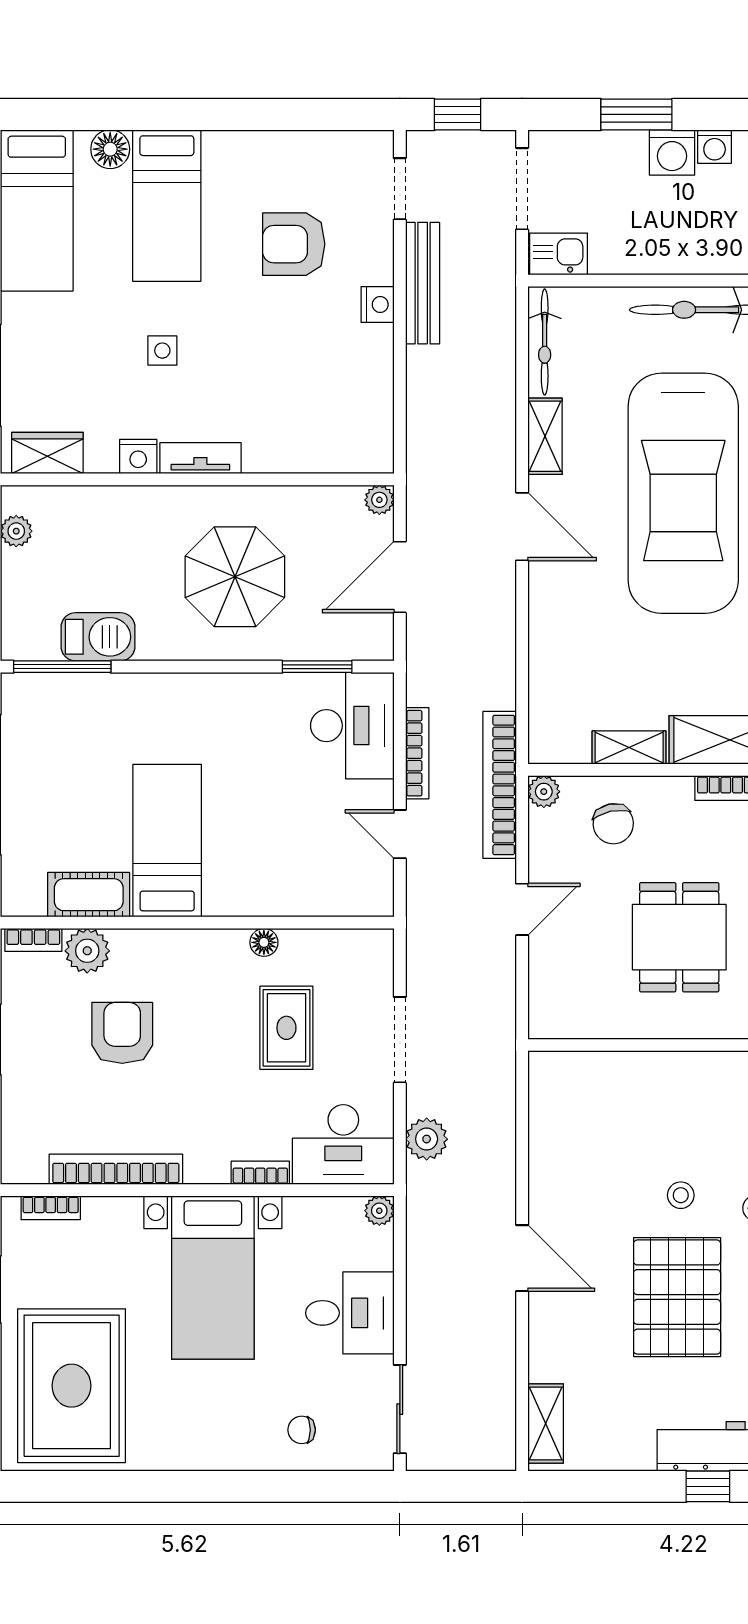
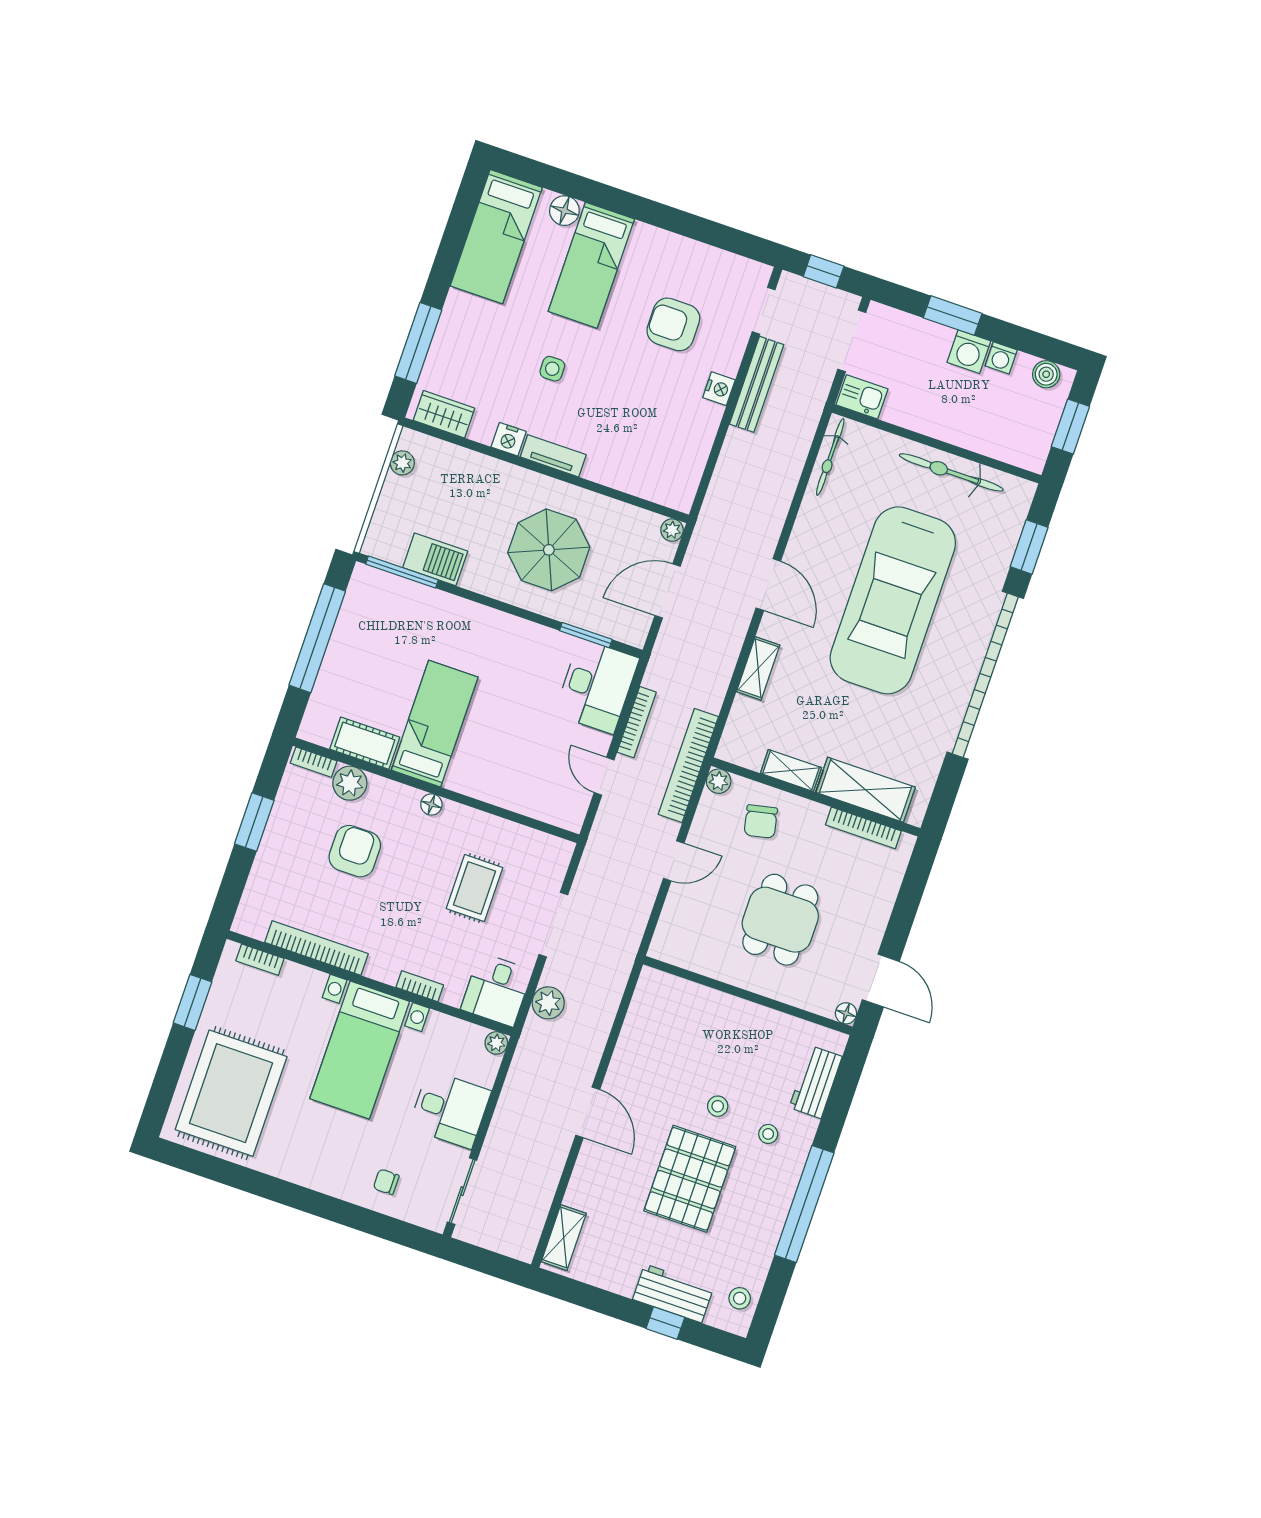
shelving: (545, 436) -> (758, 668), moved
floor lamp: (264, 942) -> (431, 804), moved
desk: (343, 1145) -> (497, 990), width x0.73

